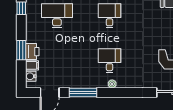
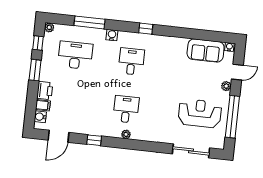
window: (21, 50) -> (35, 70), moved
window: (83, 93) -> (94, 140), width x0.46

